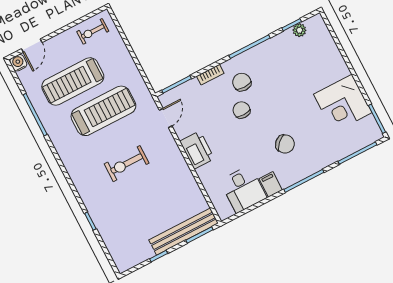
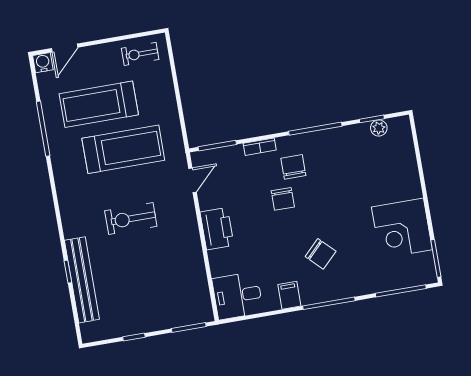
chair: (242, 110) -> (283, 199), turned 180
desk: (243, 189) -> (238, 296), moved, turned 90
bench: (184, 232) -> (82, 280), moved, turned 90

